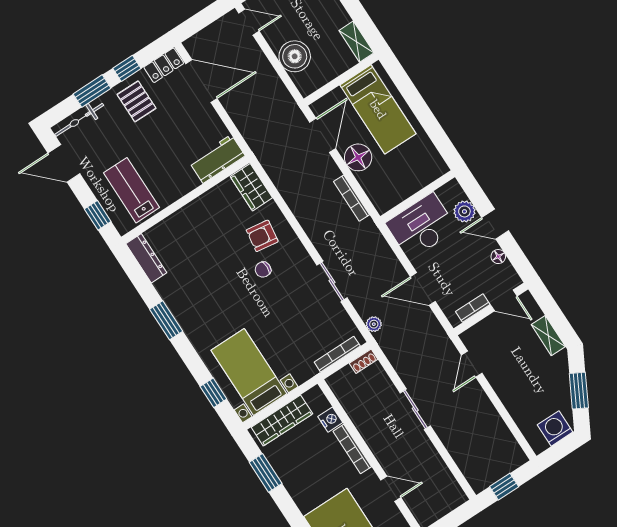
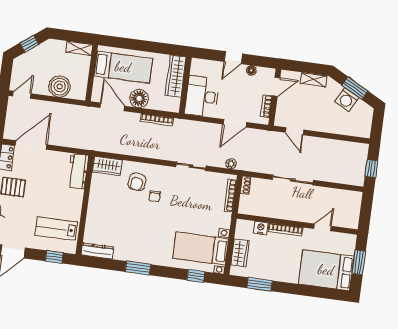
wardrobe: (419, 177) -> (176, 76), added
plant: (464, 211) -> (213, 68), removed
sliding door: (415, 409) -> (293, 180), width x1.37
wardrobe: (282, 420) -> (240, 253), width x0.67
washing machine: (555, 428) -> (347, 100), moved, turned -62

